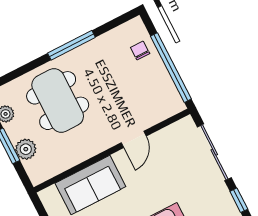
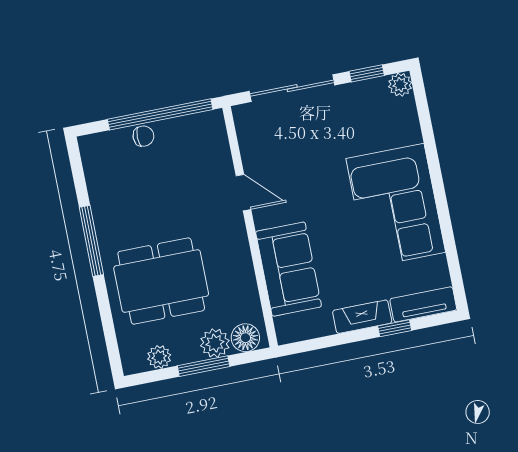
chair: (140, 51) -> (143, 136), moved, turned 180
floor lamp: (35, 169) -> (245, 338), added

